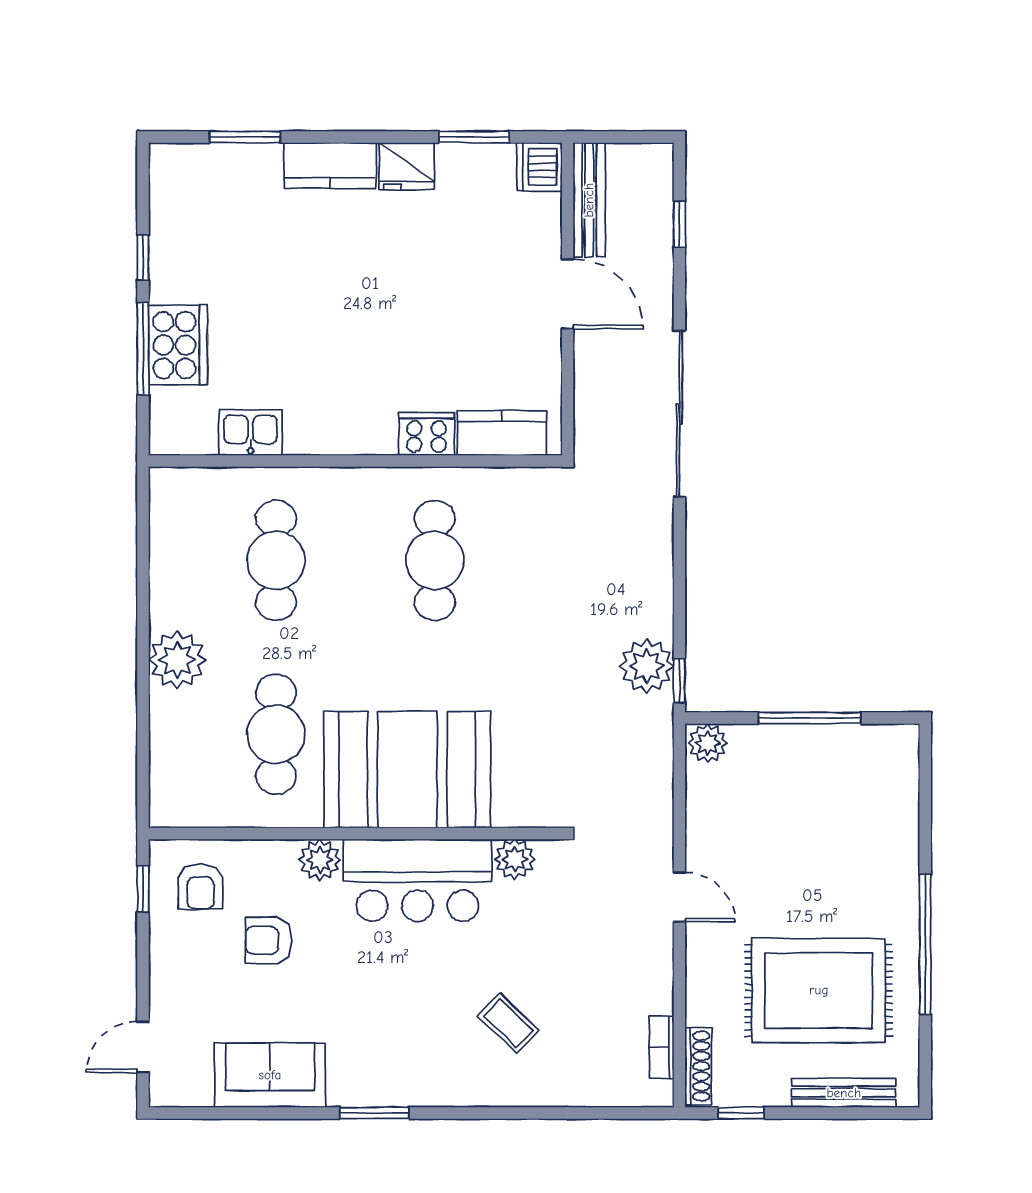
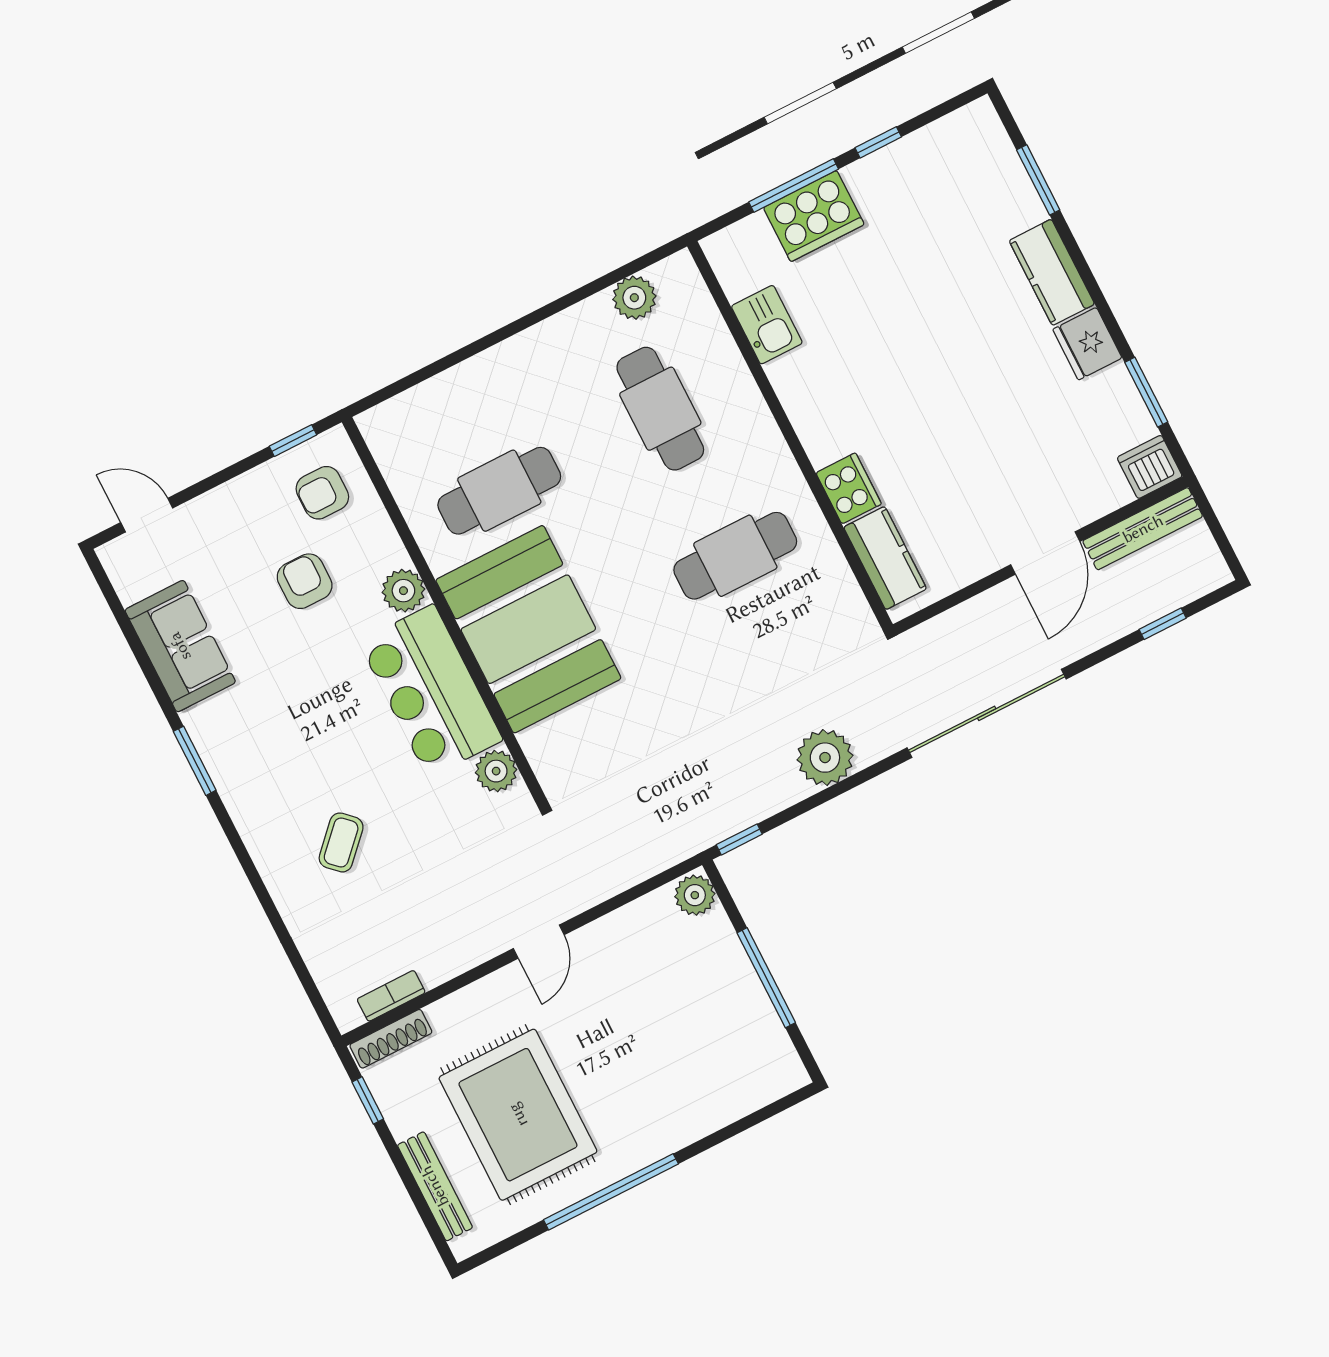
cafe table: (276, 560) -> (660, 409), turned 90
plant: (177, 660) -> (634, 298), moved, width x0.73, depth x0.73
plant: (647, 666) -> (825, 758), moved

